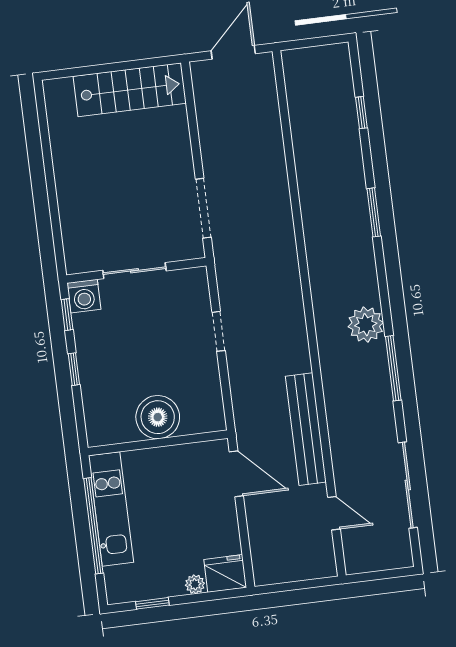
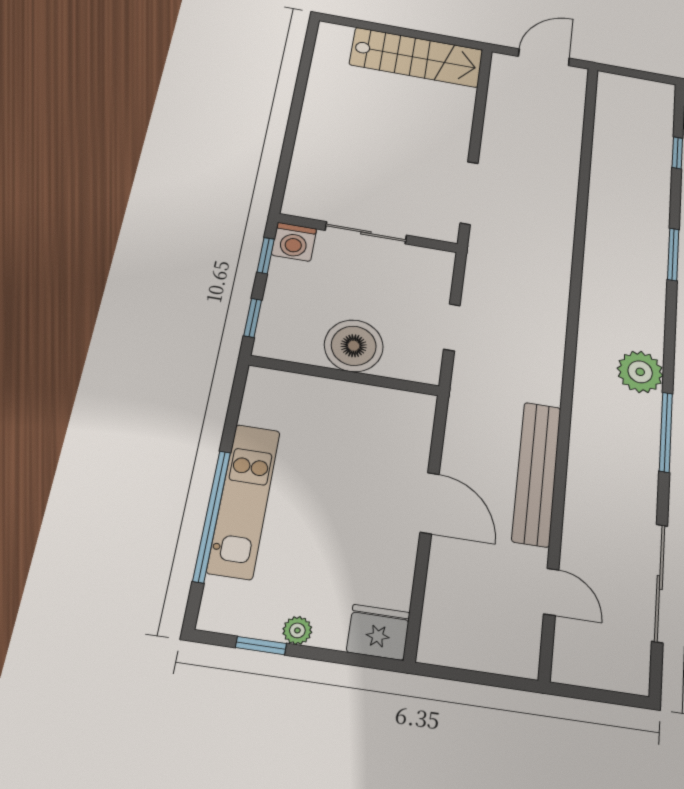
boiler: (158, 417) -> (354, 346), moved
wall: (158, 443) -> (344, 375), moved
plant: (195, 584) -> (297, 630), moved

